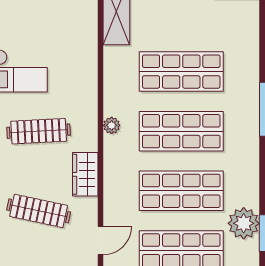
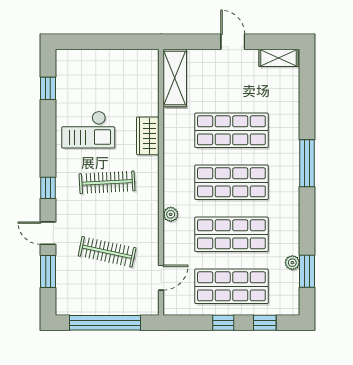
plant: (112, 125) -> (171, 214), moved
wardrobe: (85, 174) -> (148, 136), moved
plant: (244, 223) -> (292, 263), width x0.53, depth x0.53

